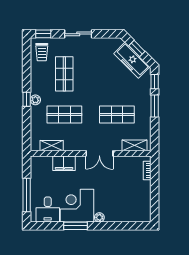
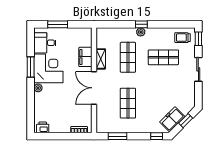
freezer: (132, 60) -> (172, 119), width x0.71
window: (155, 106) -> (118, 136), moved
shelving: (135, 145) -> (101, 119), removed
shelving: (52, 146) -> (101, 59), moved
double door: (99, 153) -> (94, 88), width x1.37
window: (27, 195) -> (58, 24), width x0.69
printer: (145, 212) -> (43, 127), added

